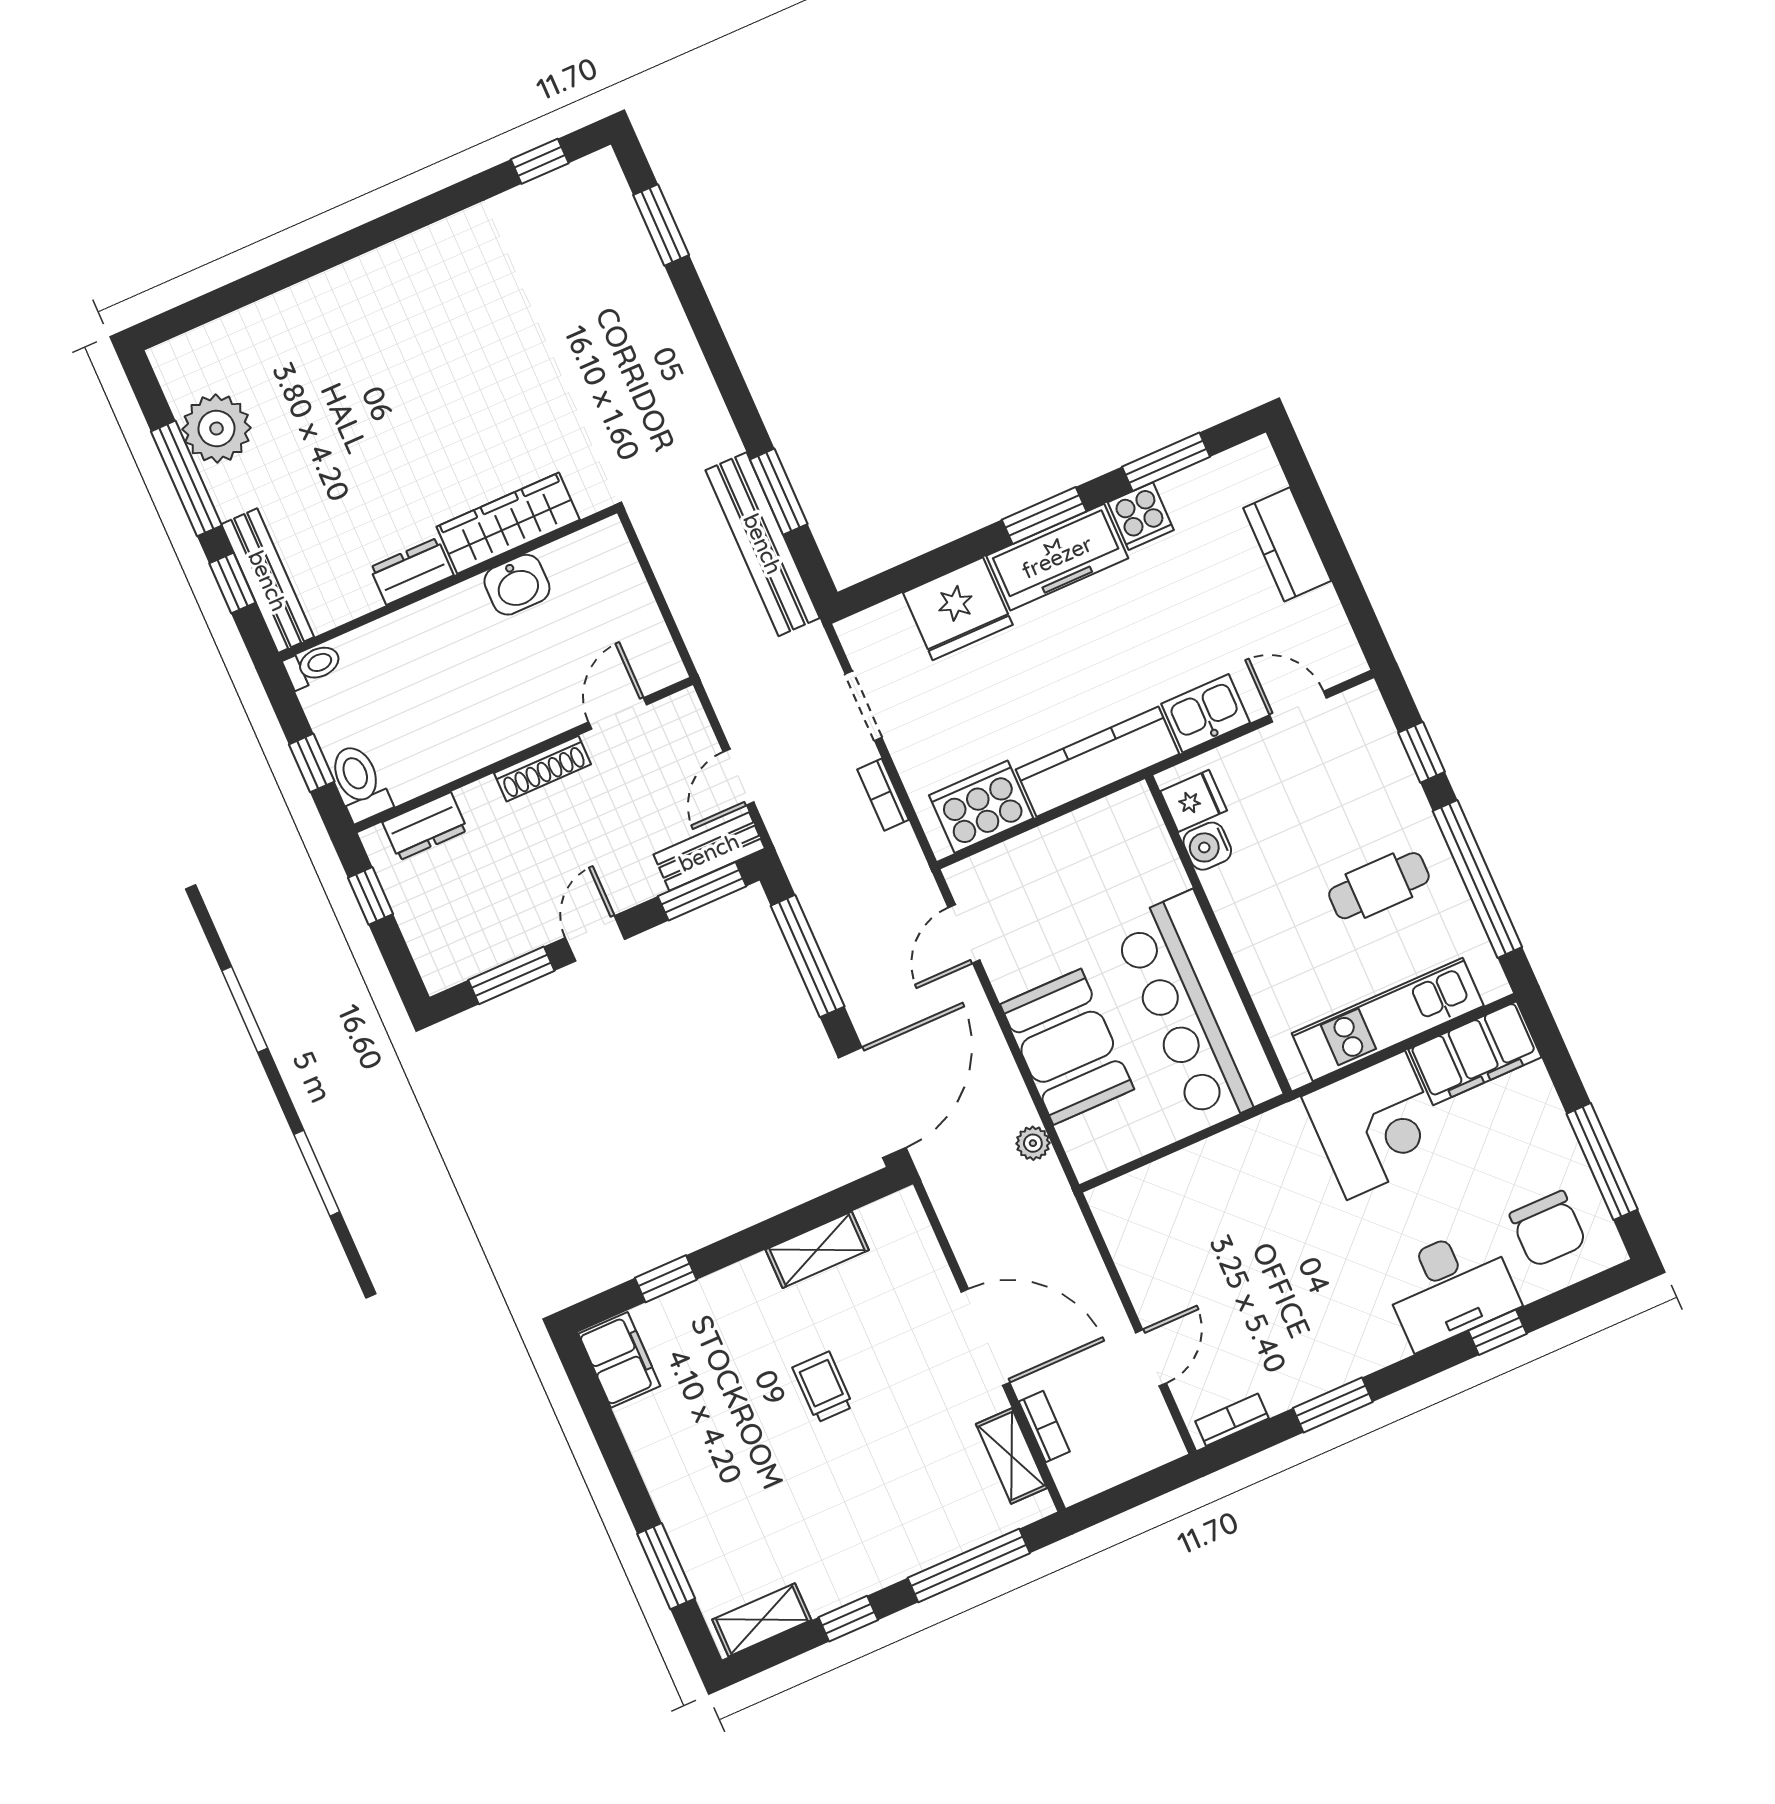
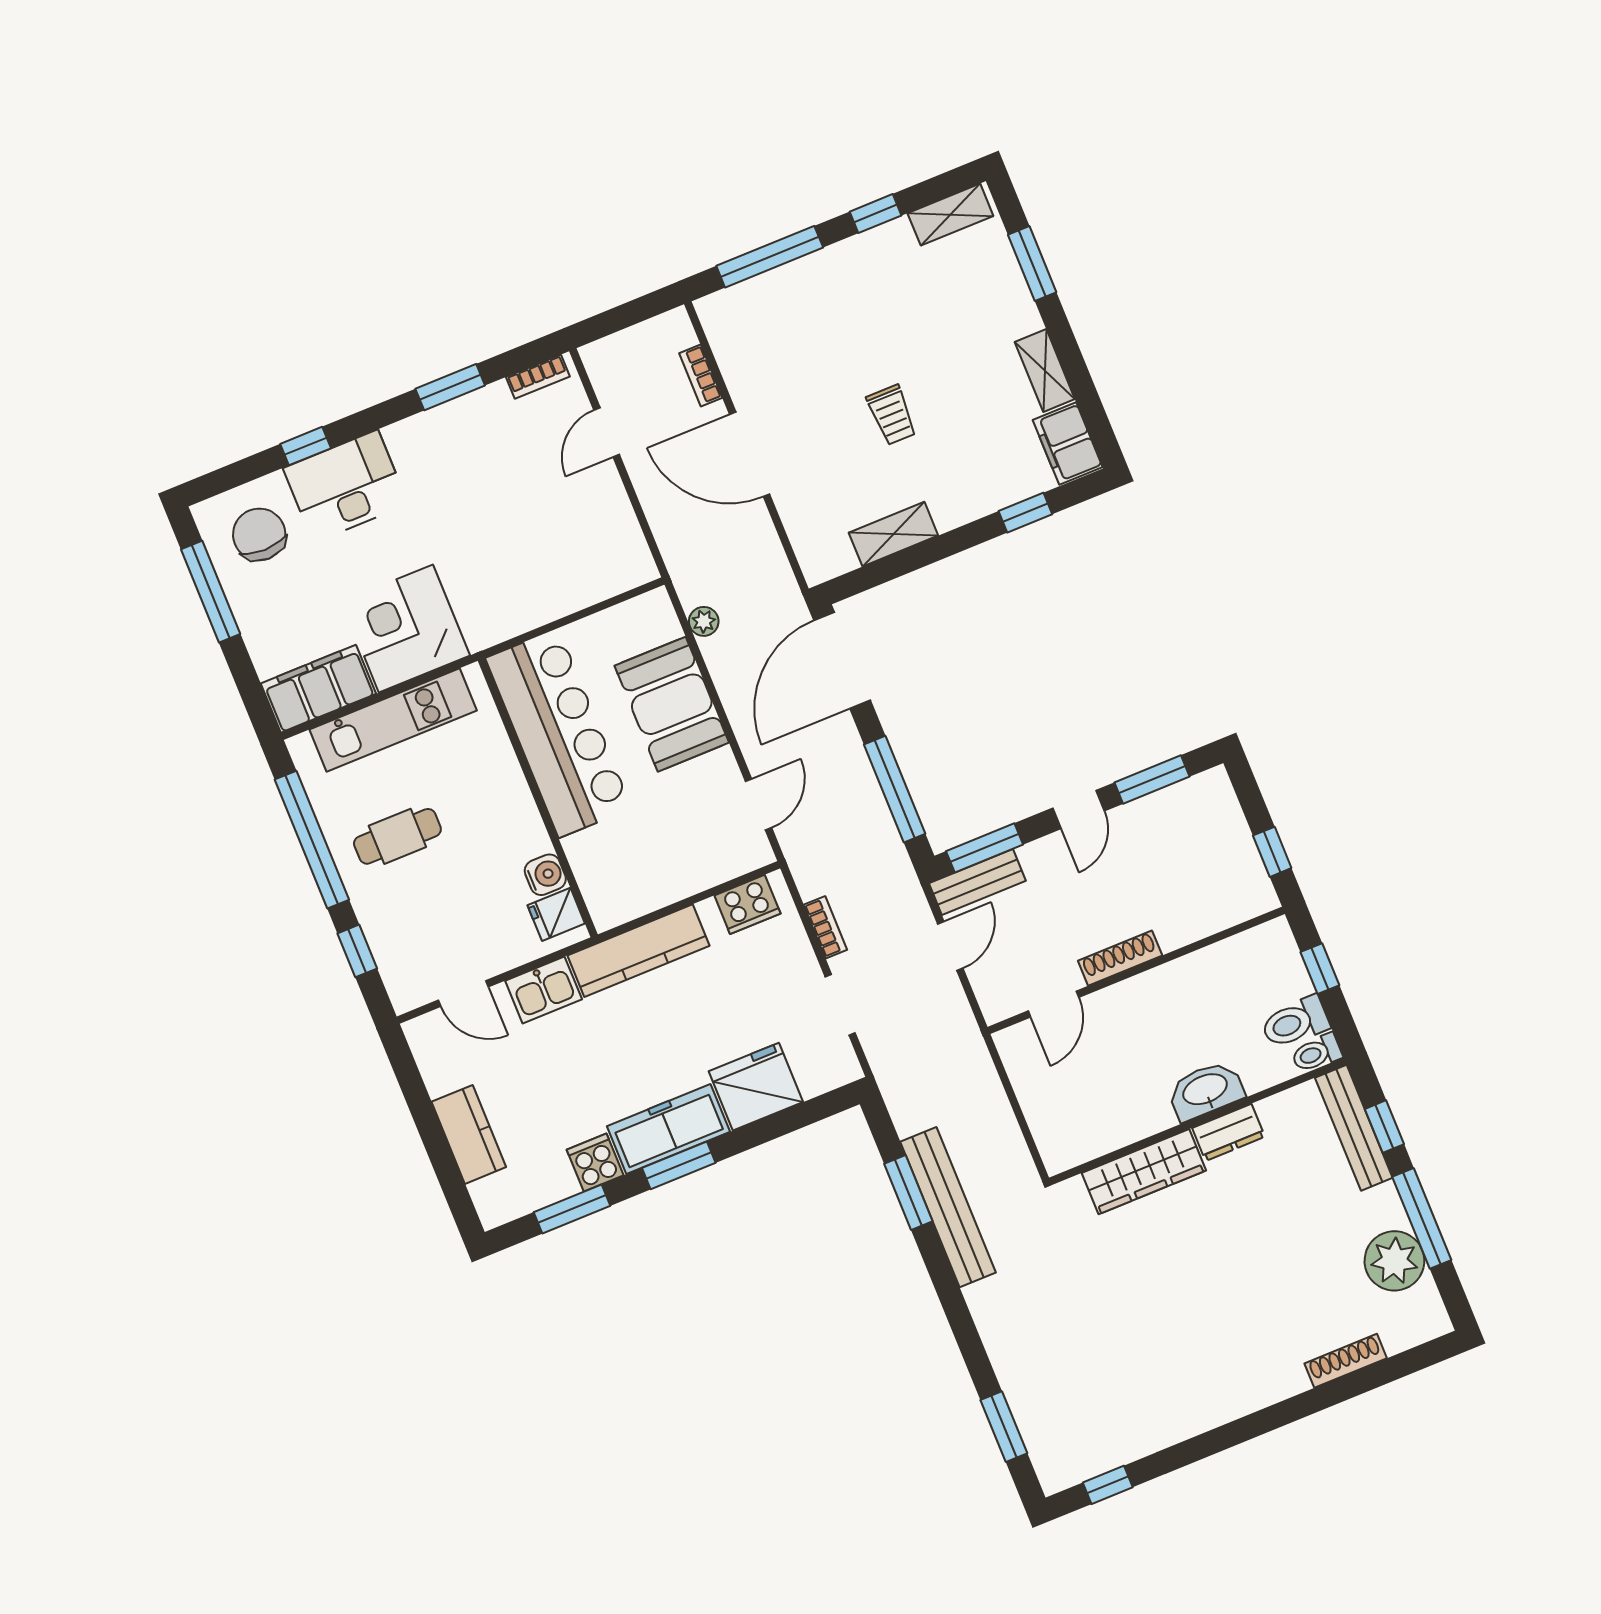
shoe rack: (270, 312) -> (1346, 1361), added
bench: (763, 544) -> (948, 1207), moved
washbasin: (517, 585) -> (1206, 1090), moved, width x1.38
toilet: (359, 783) -> (1295, 1022), moved, turned 90
cooker: (981, 807) -> (747, 904), width x0.73, depth x0.76
dresser: (425, 826) -> (1223, 911), removed
shelving: (1011, 1456) -> (1045, 371), moved

